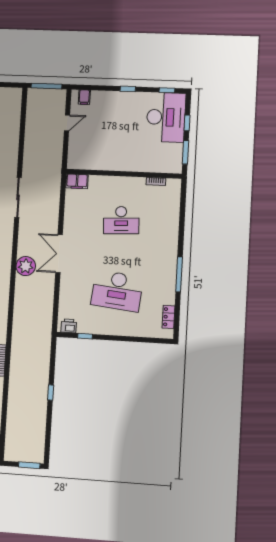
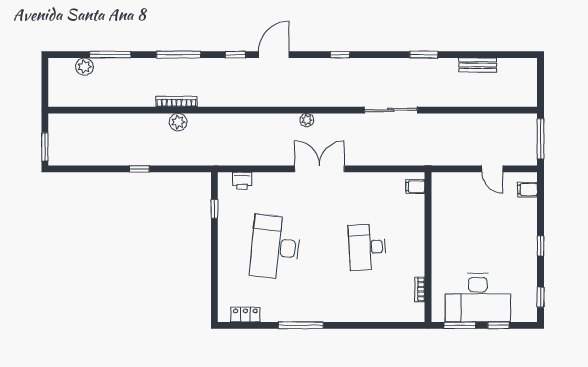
desk: (166, 117) -> (478, 298), moved
filing cabinet: (77, 181) -> (415, 187), width x0.50
plant: (26, 266) -> (307, 120), width x0.53, depth x0.53
printer: (69, 326) -> (242, 181), moved, turned 90
plant: (17, 360) -> (178, 122), added

